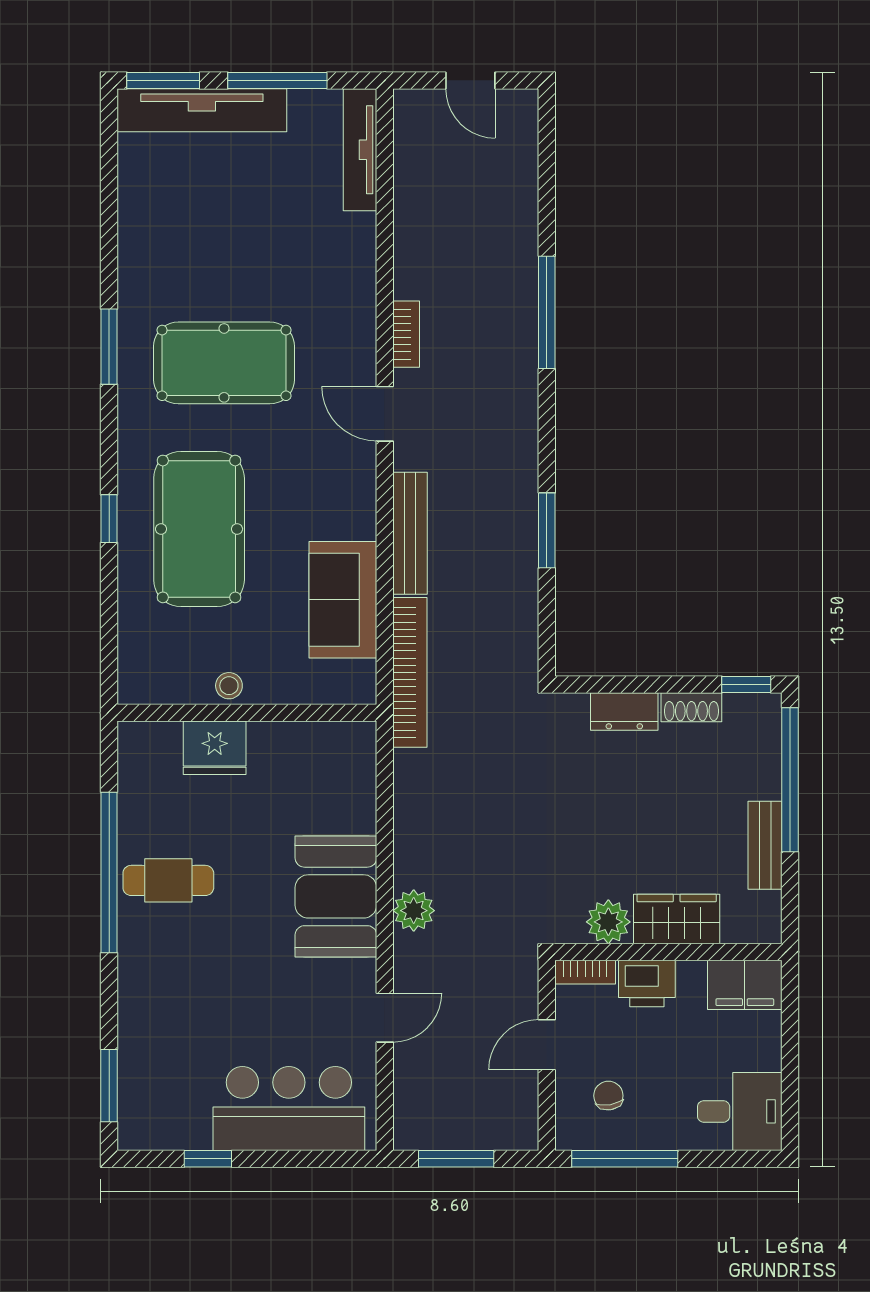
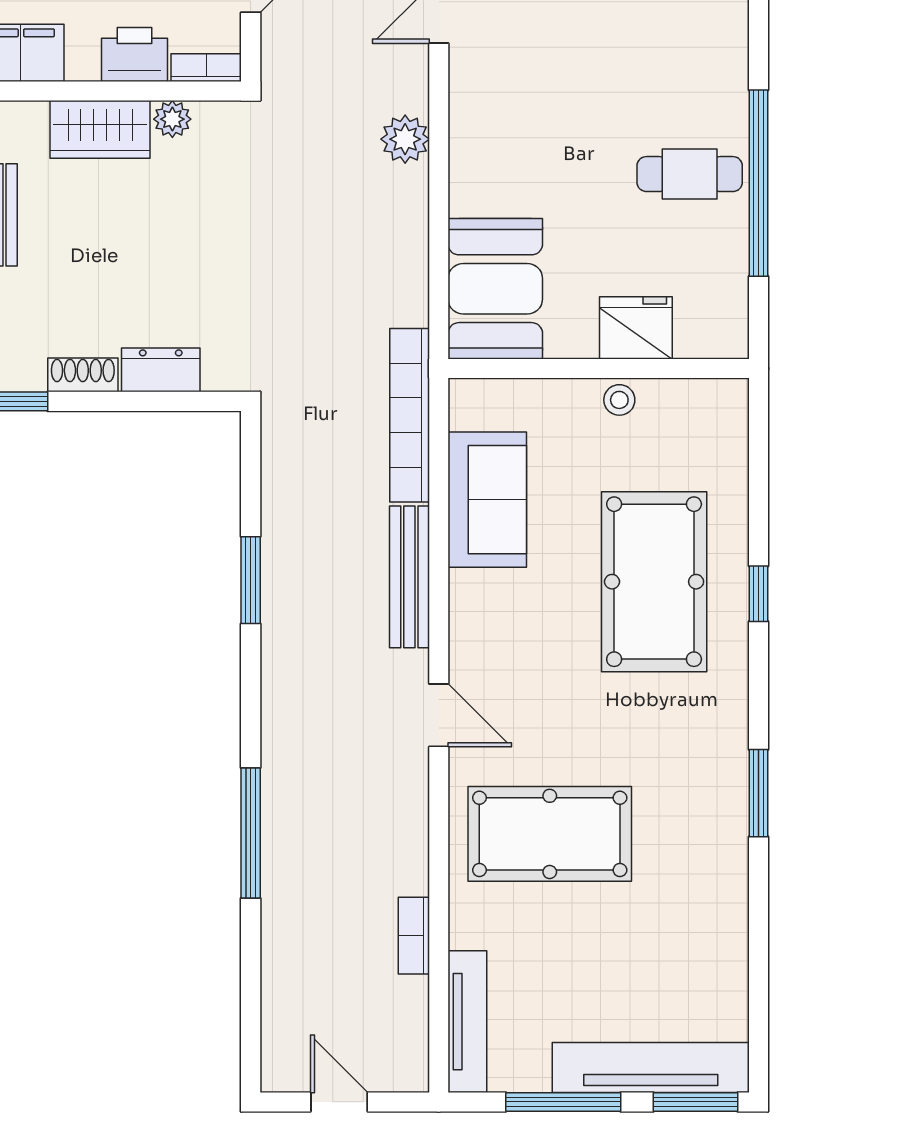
bookcase: (406, 334) -> (414, 936), moved
pool table: (224, 363) -> (550, 834), moved
booth: (336, 896) -> (495, 289), moved
plant: (608, 922) -> (172, 119), width x0.73, depth x0.73

